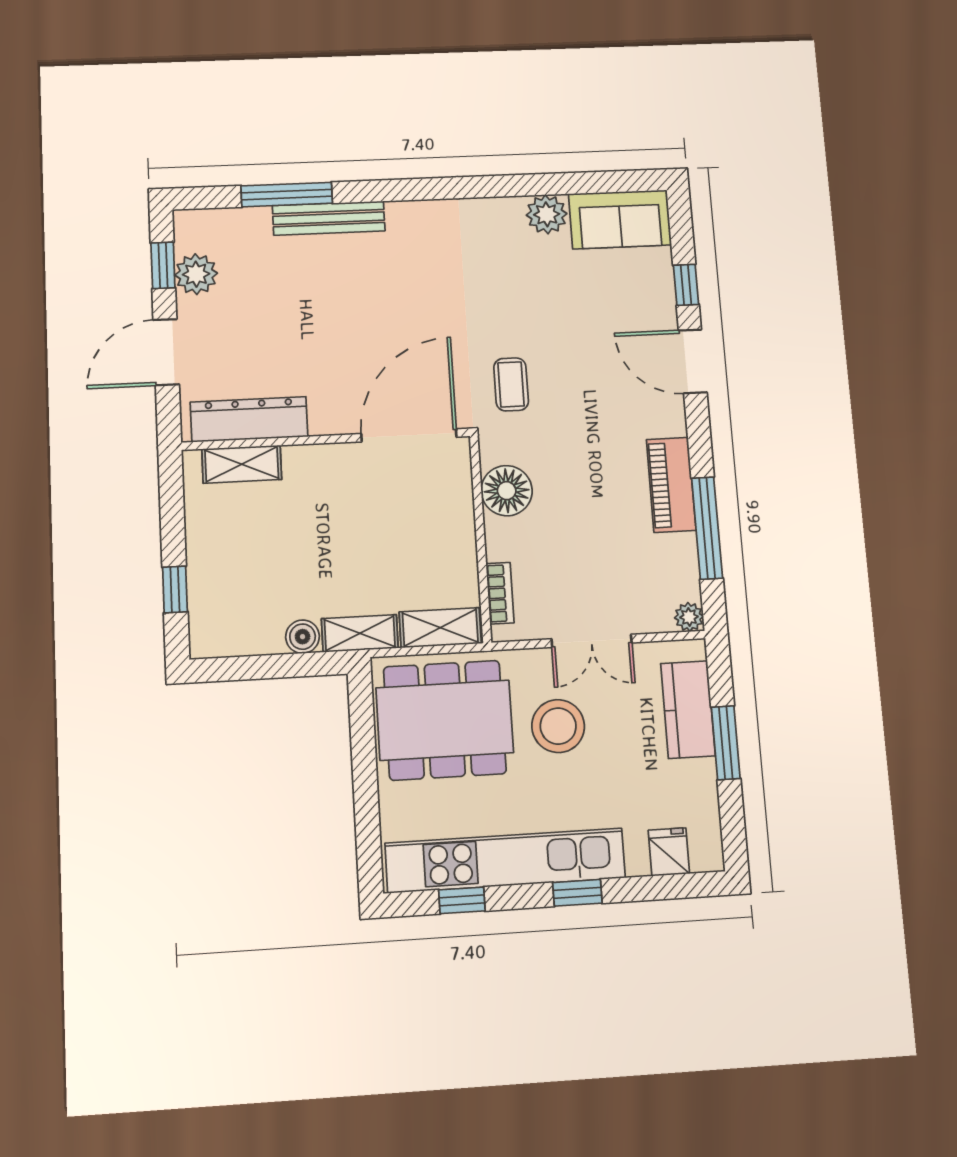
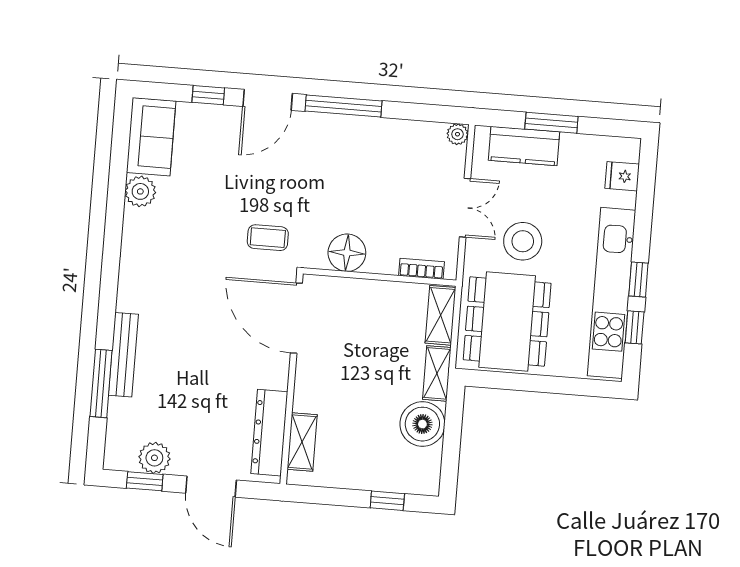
piano: (671, 485) -> (359, 131), removed
window: (707, 528) -> (343, 106), moved
boiler: (303, 637) -> (422, 424), width x1.86, depth x1.86
window: (577, 893) -> (638, 280), moved

